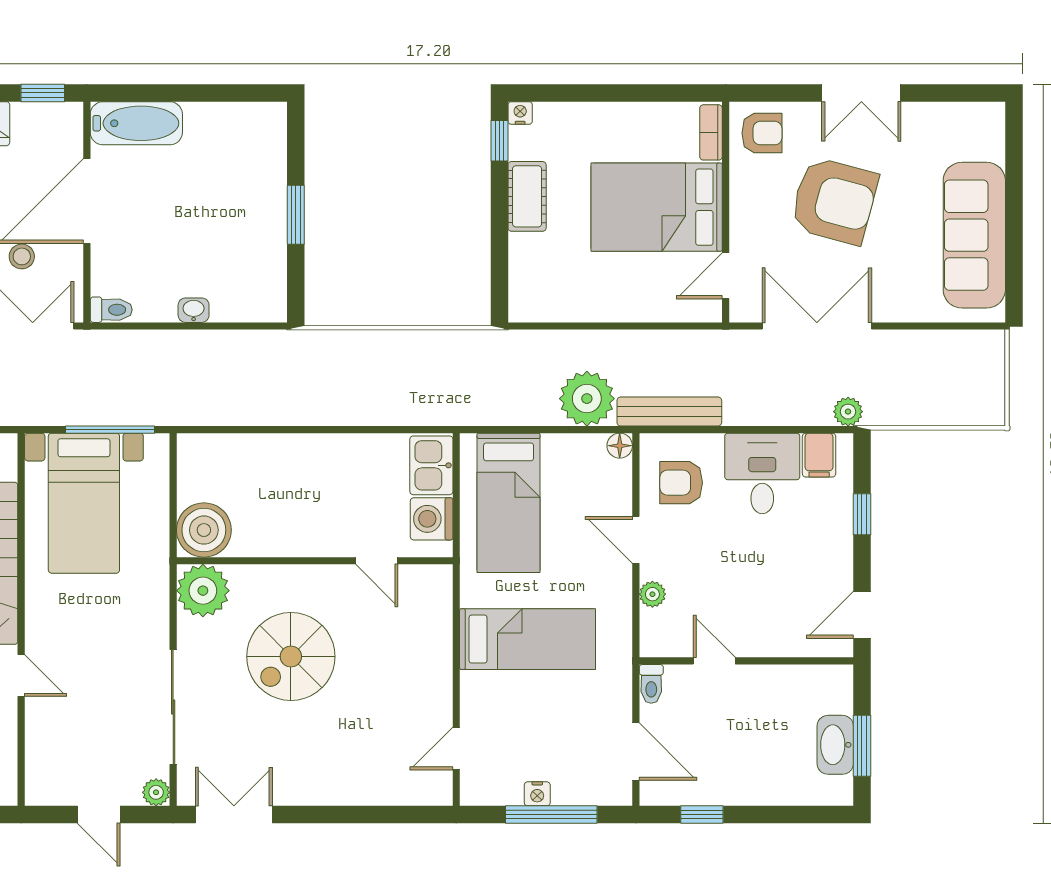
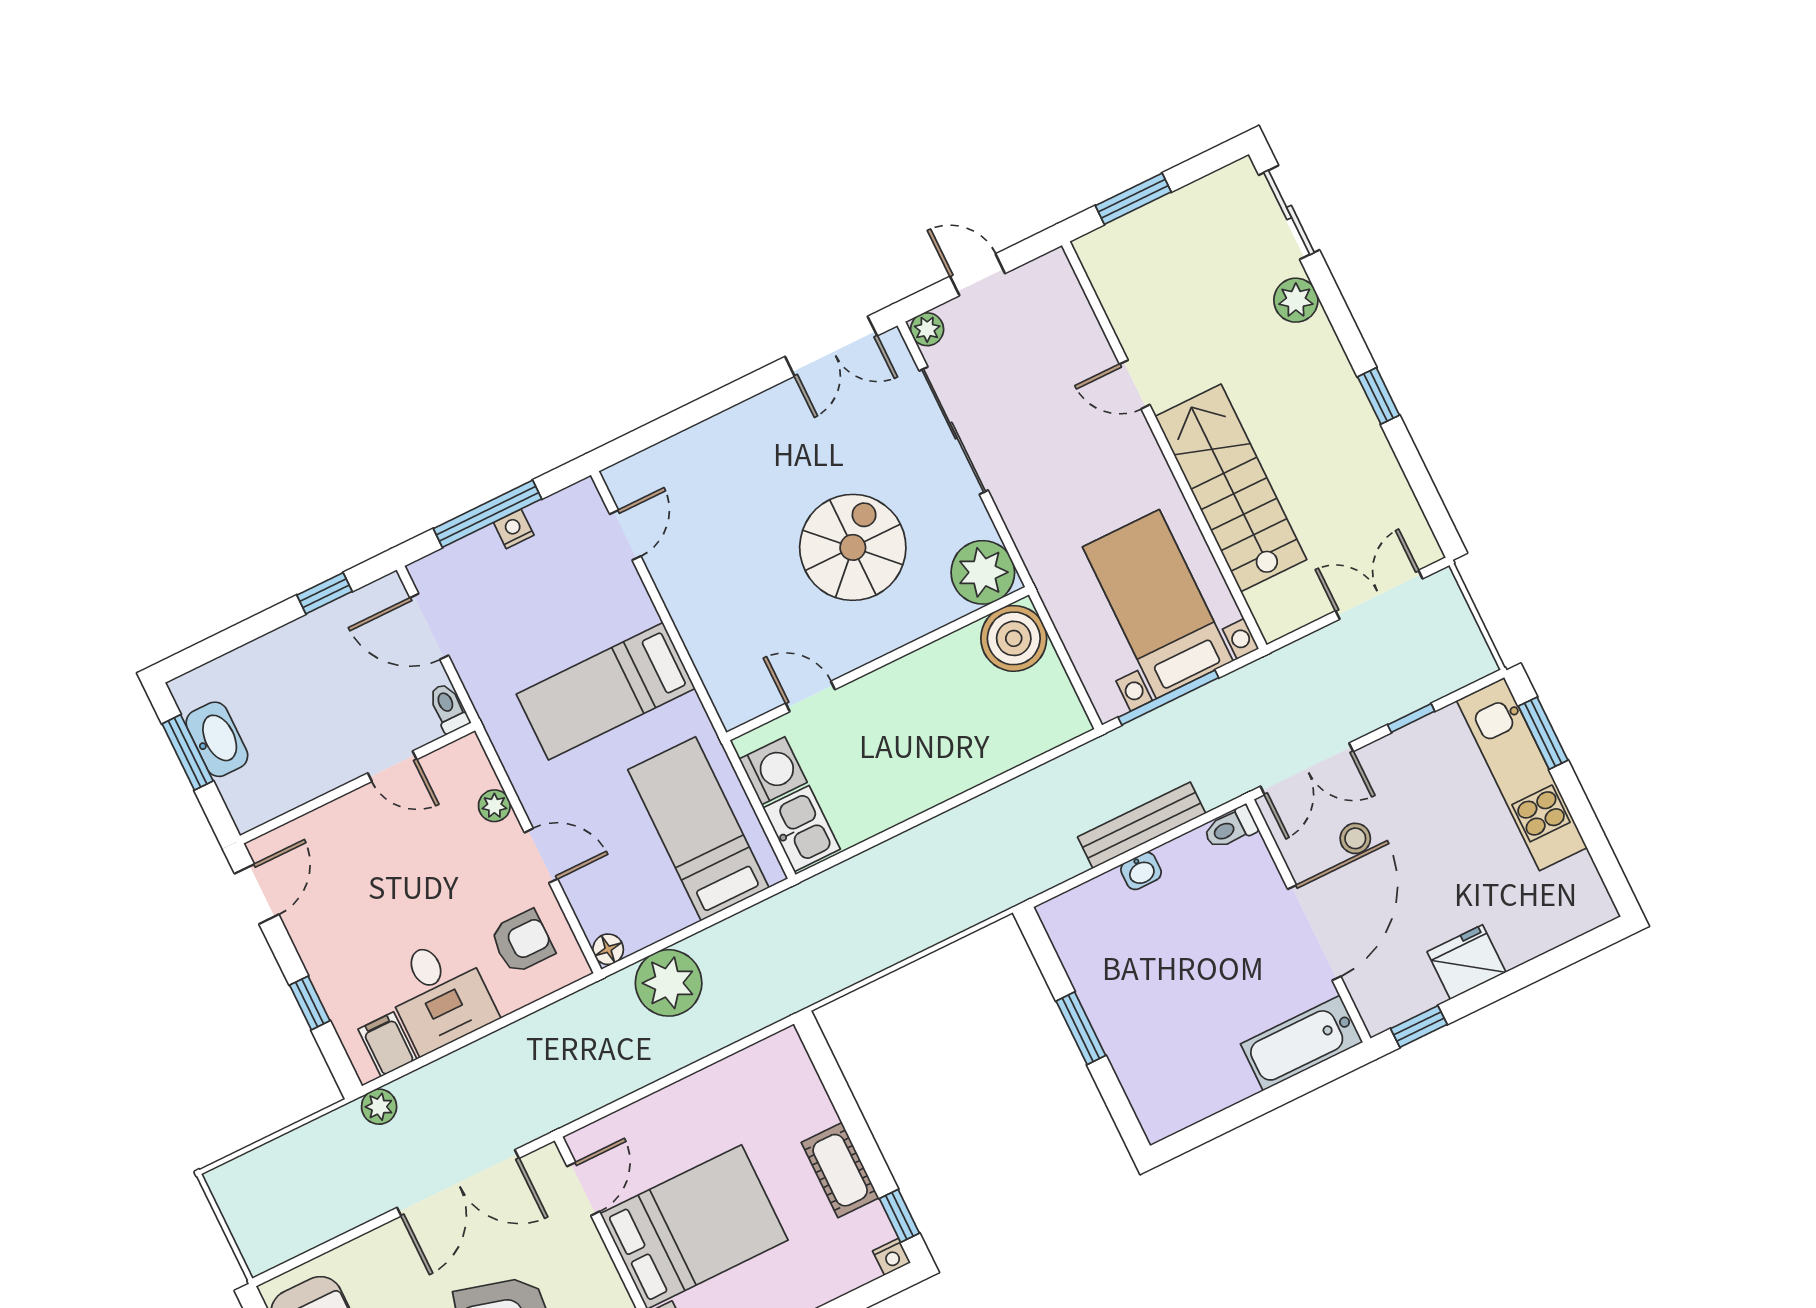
bench: (669, 412) -> (1142, 825), moved

